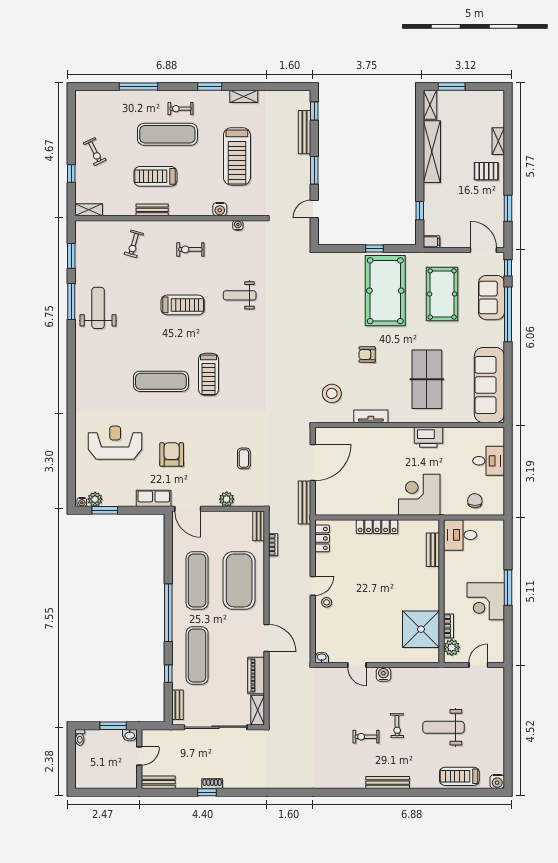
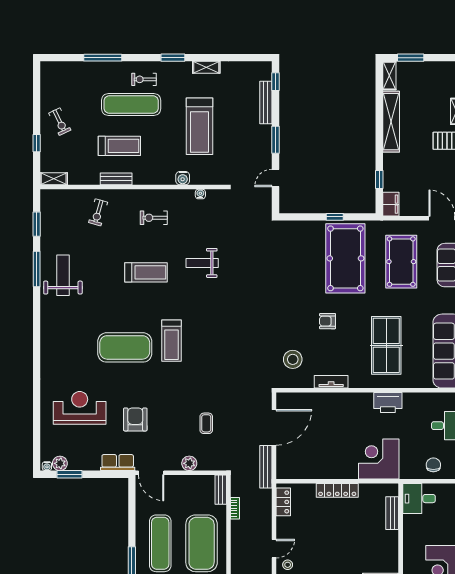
treadmill: (155, 176) -> (119, 146), turned 180
filing cabinet: (432, 242) -> (391, 204), width x2.00
exercise mat: (161, 381) -> (125, 347), width x1.47

